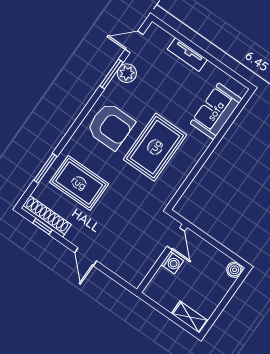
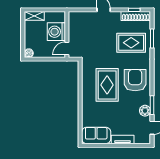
sofa: (216, 111) -> (96, 135), moved, turned -90
armchair: (111, 126) -> (135, 80), turned 90
door: (176, 239) -> (67, 48), hinge flipped
washing machine: (172, 263) -> (56, 32), width x1.89, depth x1.89

